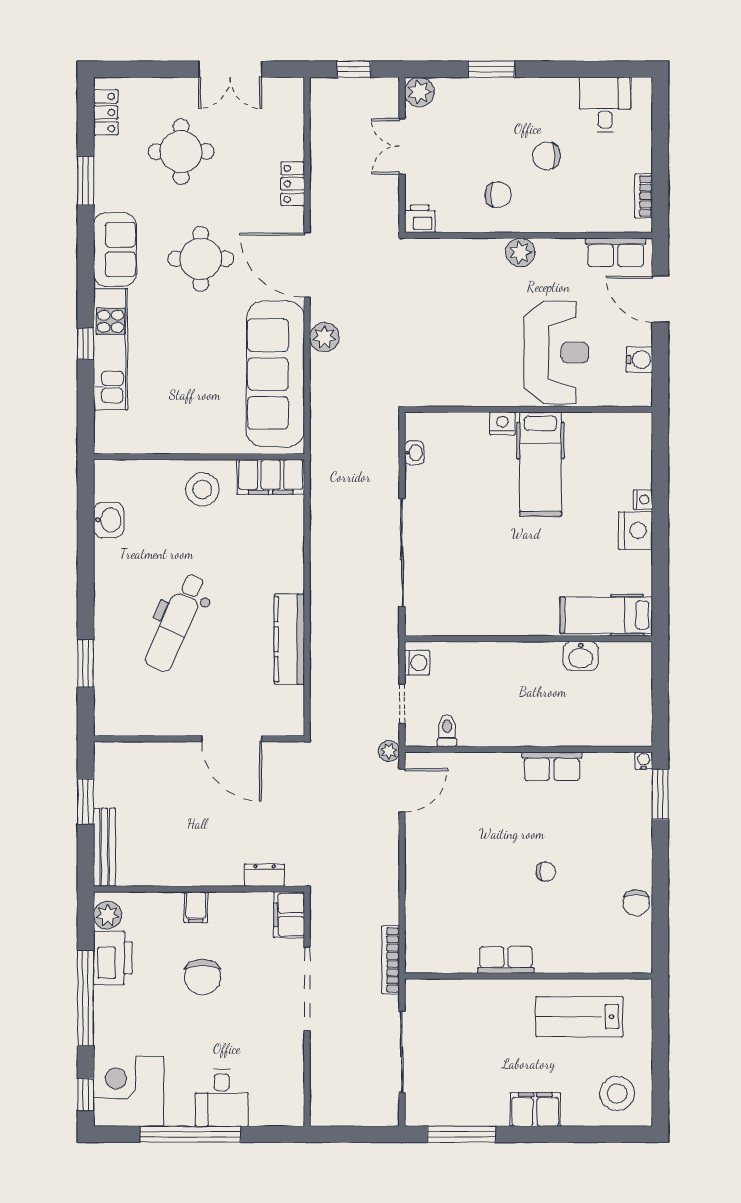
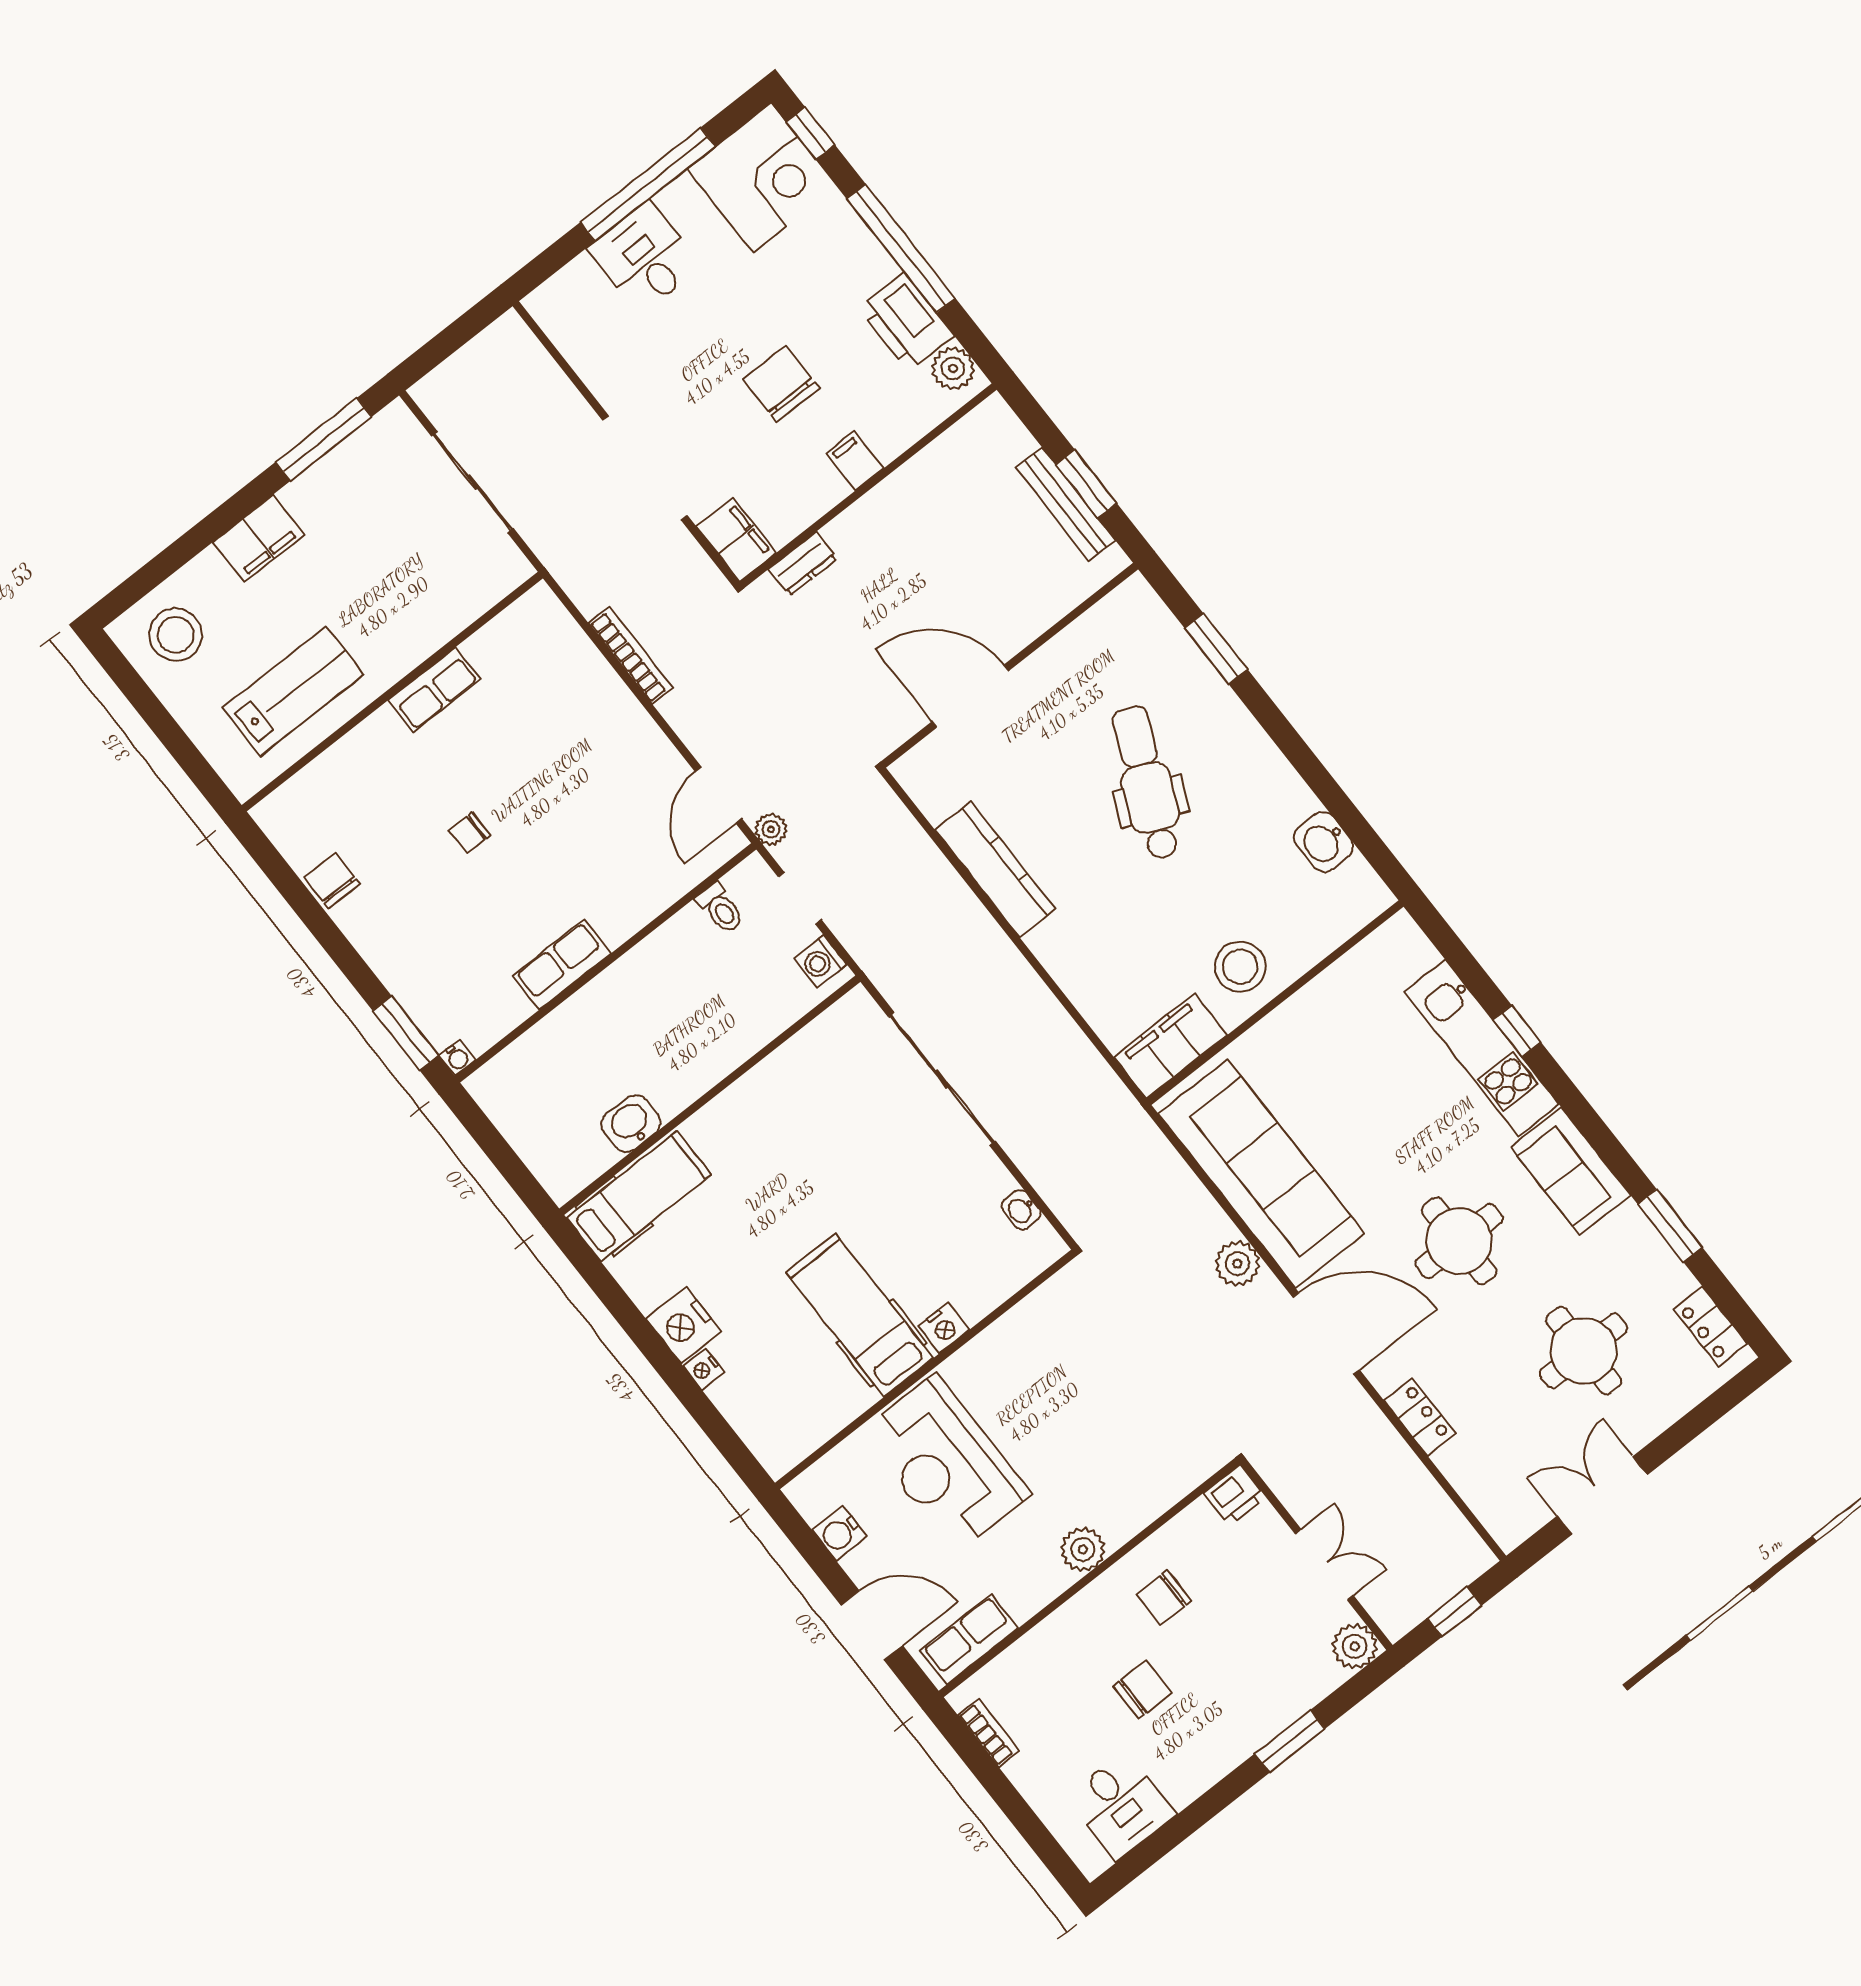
bench: (104, 847) -> (1065, 504), moved
bookcase: (391, 960) -> (631, 655), moved

